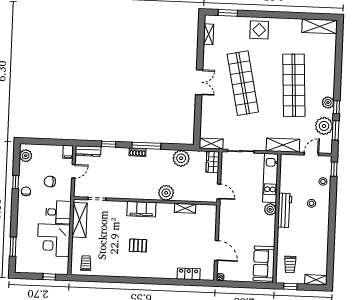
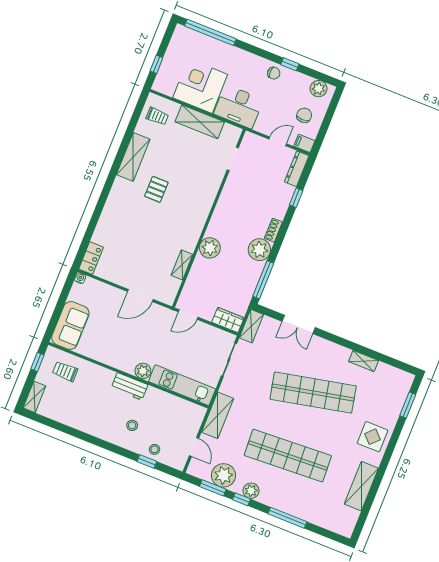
shelving: (320, 26) -> (361, 486), moved
shelving: (209, 34) -> (363, 361), moved
window: (338, 70) -> (287, 518), added
double door: (199, 82) -> (299, 324), moved
window: (146, 146) -> (263, 280), moved
plant: (181, 158) -> (259, 250), moved
window: (334, 169) -> (147, 461), moved
door: (73, 171) -> (278, 141), swing flipped
chair: (50, 182) -> (304, 115), moved
filing cabinet: (141, 209) -> (200, 210), removed
workbench: (285, 210) -> (130, 386), width x0.73
desk: (58, 212) -> (239, 107), width x1.37
shelving: (80, 220) -> (200, 122), moved
window: (13, 247) -> (210, 32), width x2.11
door: (216, 251) -> (140, 295), moved
sofa: (264, 264) -> (70, 325), moved, turned 90
shelving: (121, 270) -> (133, 157), added
locker: (189, 274) -> (91, 258), moved

